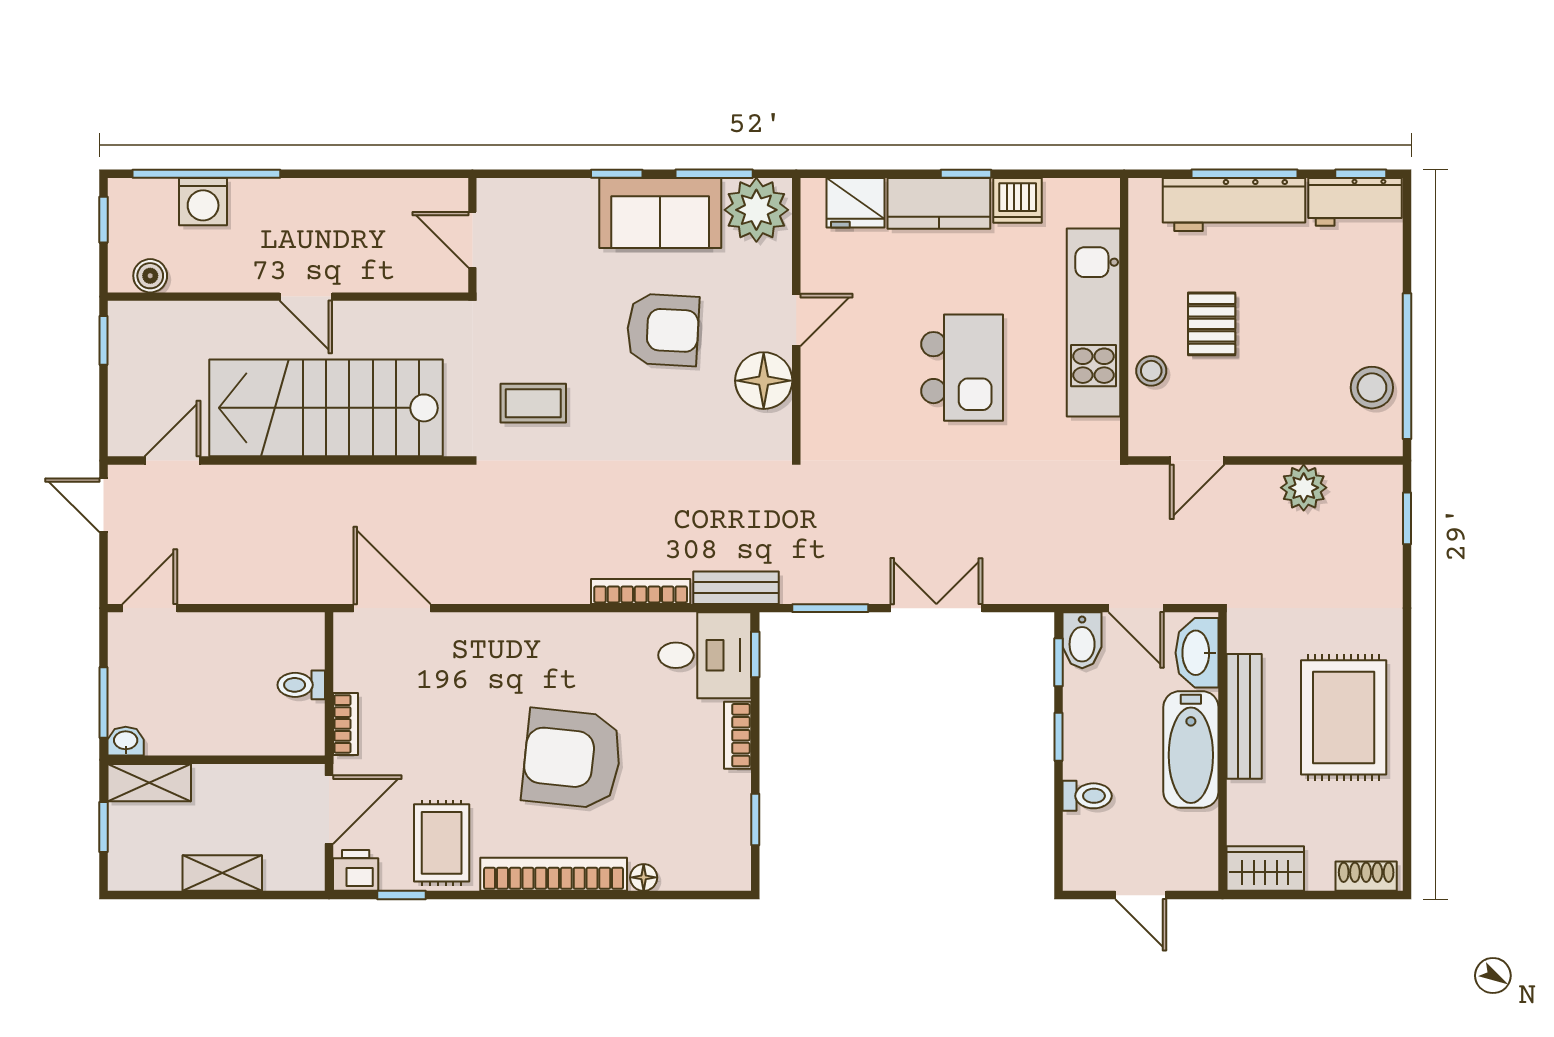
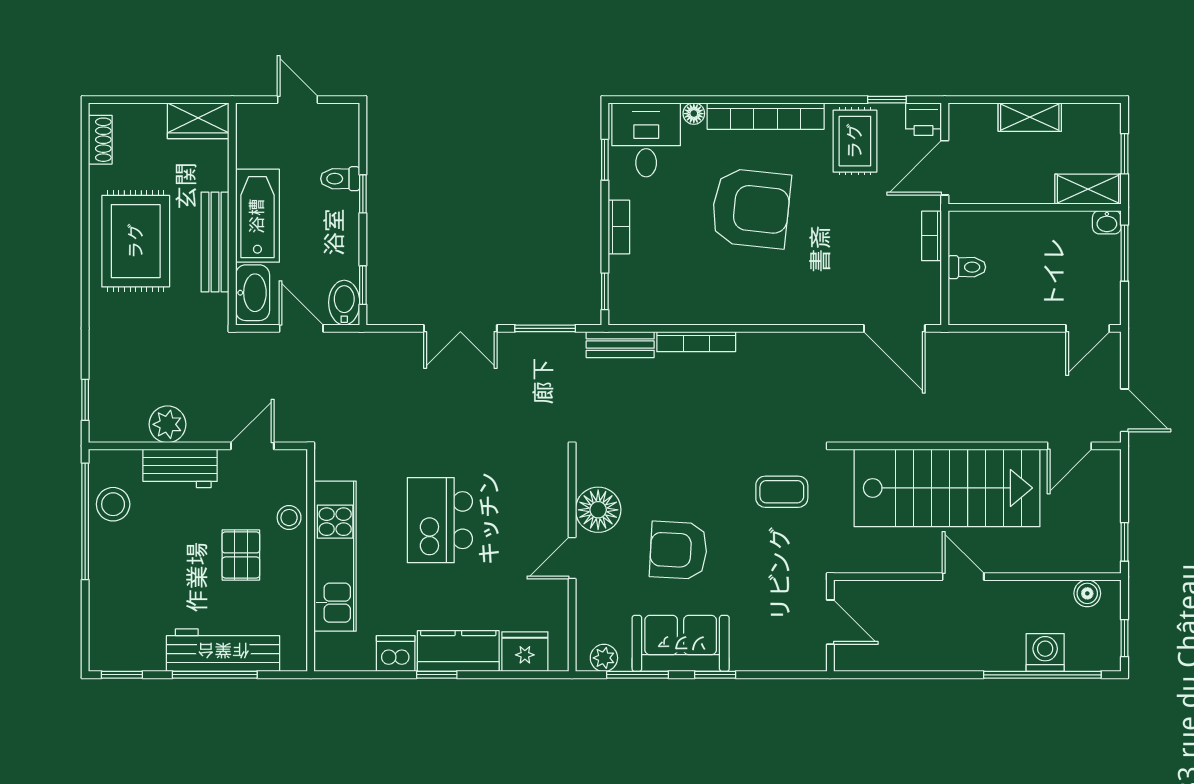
workbench: (1355, 202) -> (180, 468), moved, turned 180
plant: (756, 210) -> (604, 658), width x0.53, depth x0.53
desk: (705, 655) -> (646, 140), moved, turned 90
window: (1059, 737) -> (363, 194), moved
shoe rack: (1366, 876) -> (100, 140), moved, turned -90

